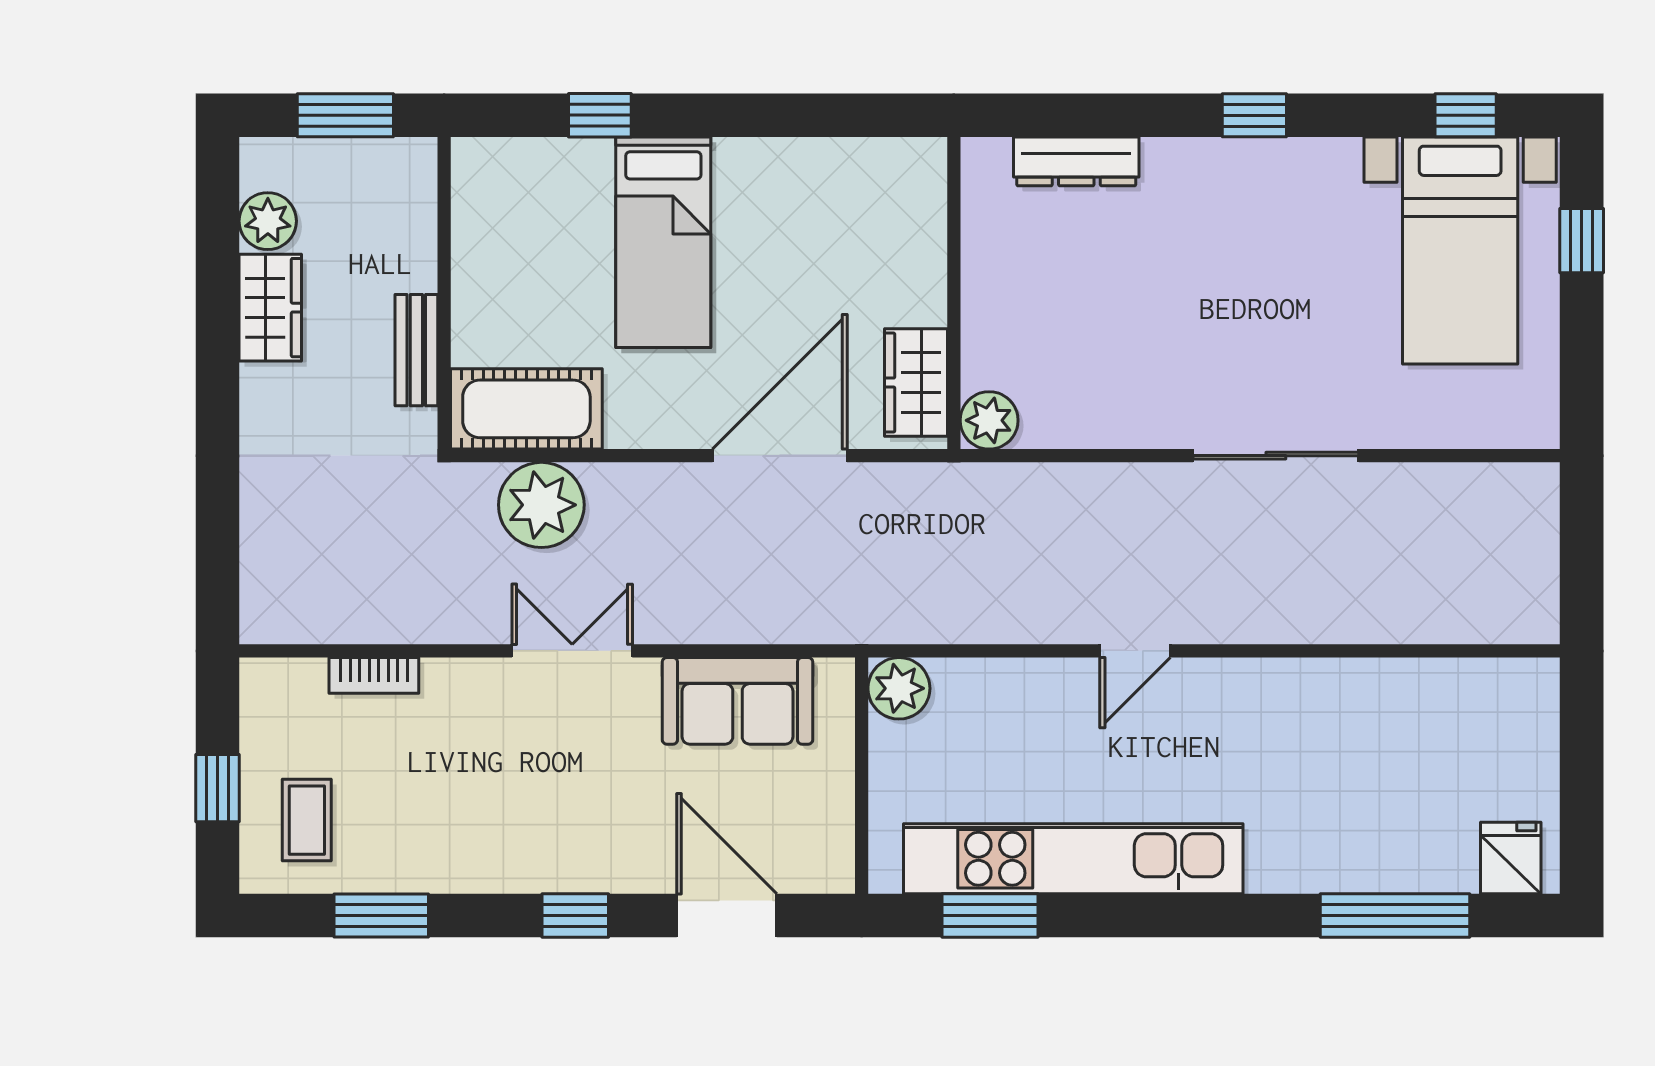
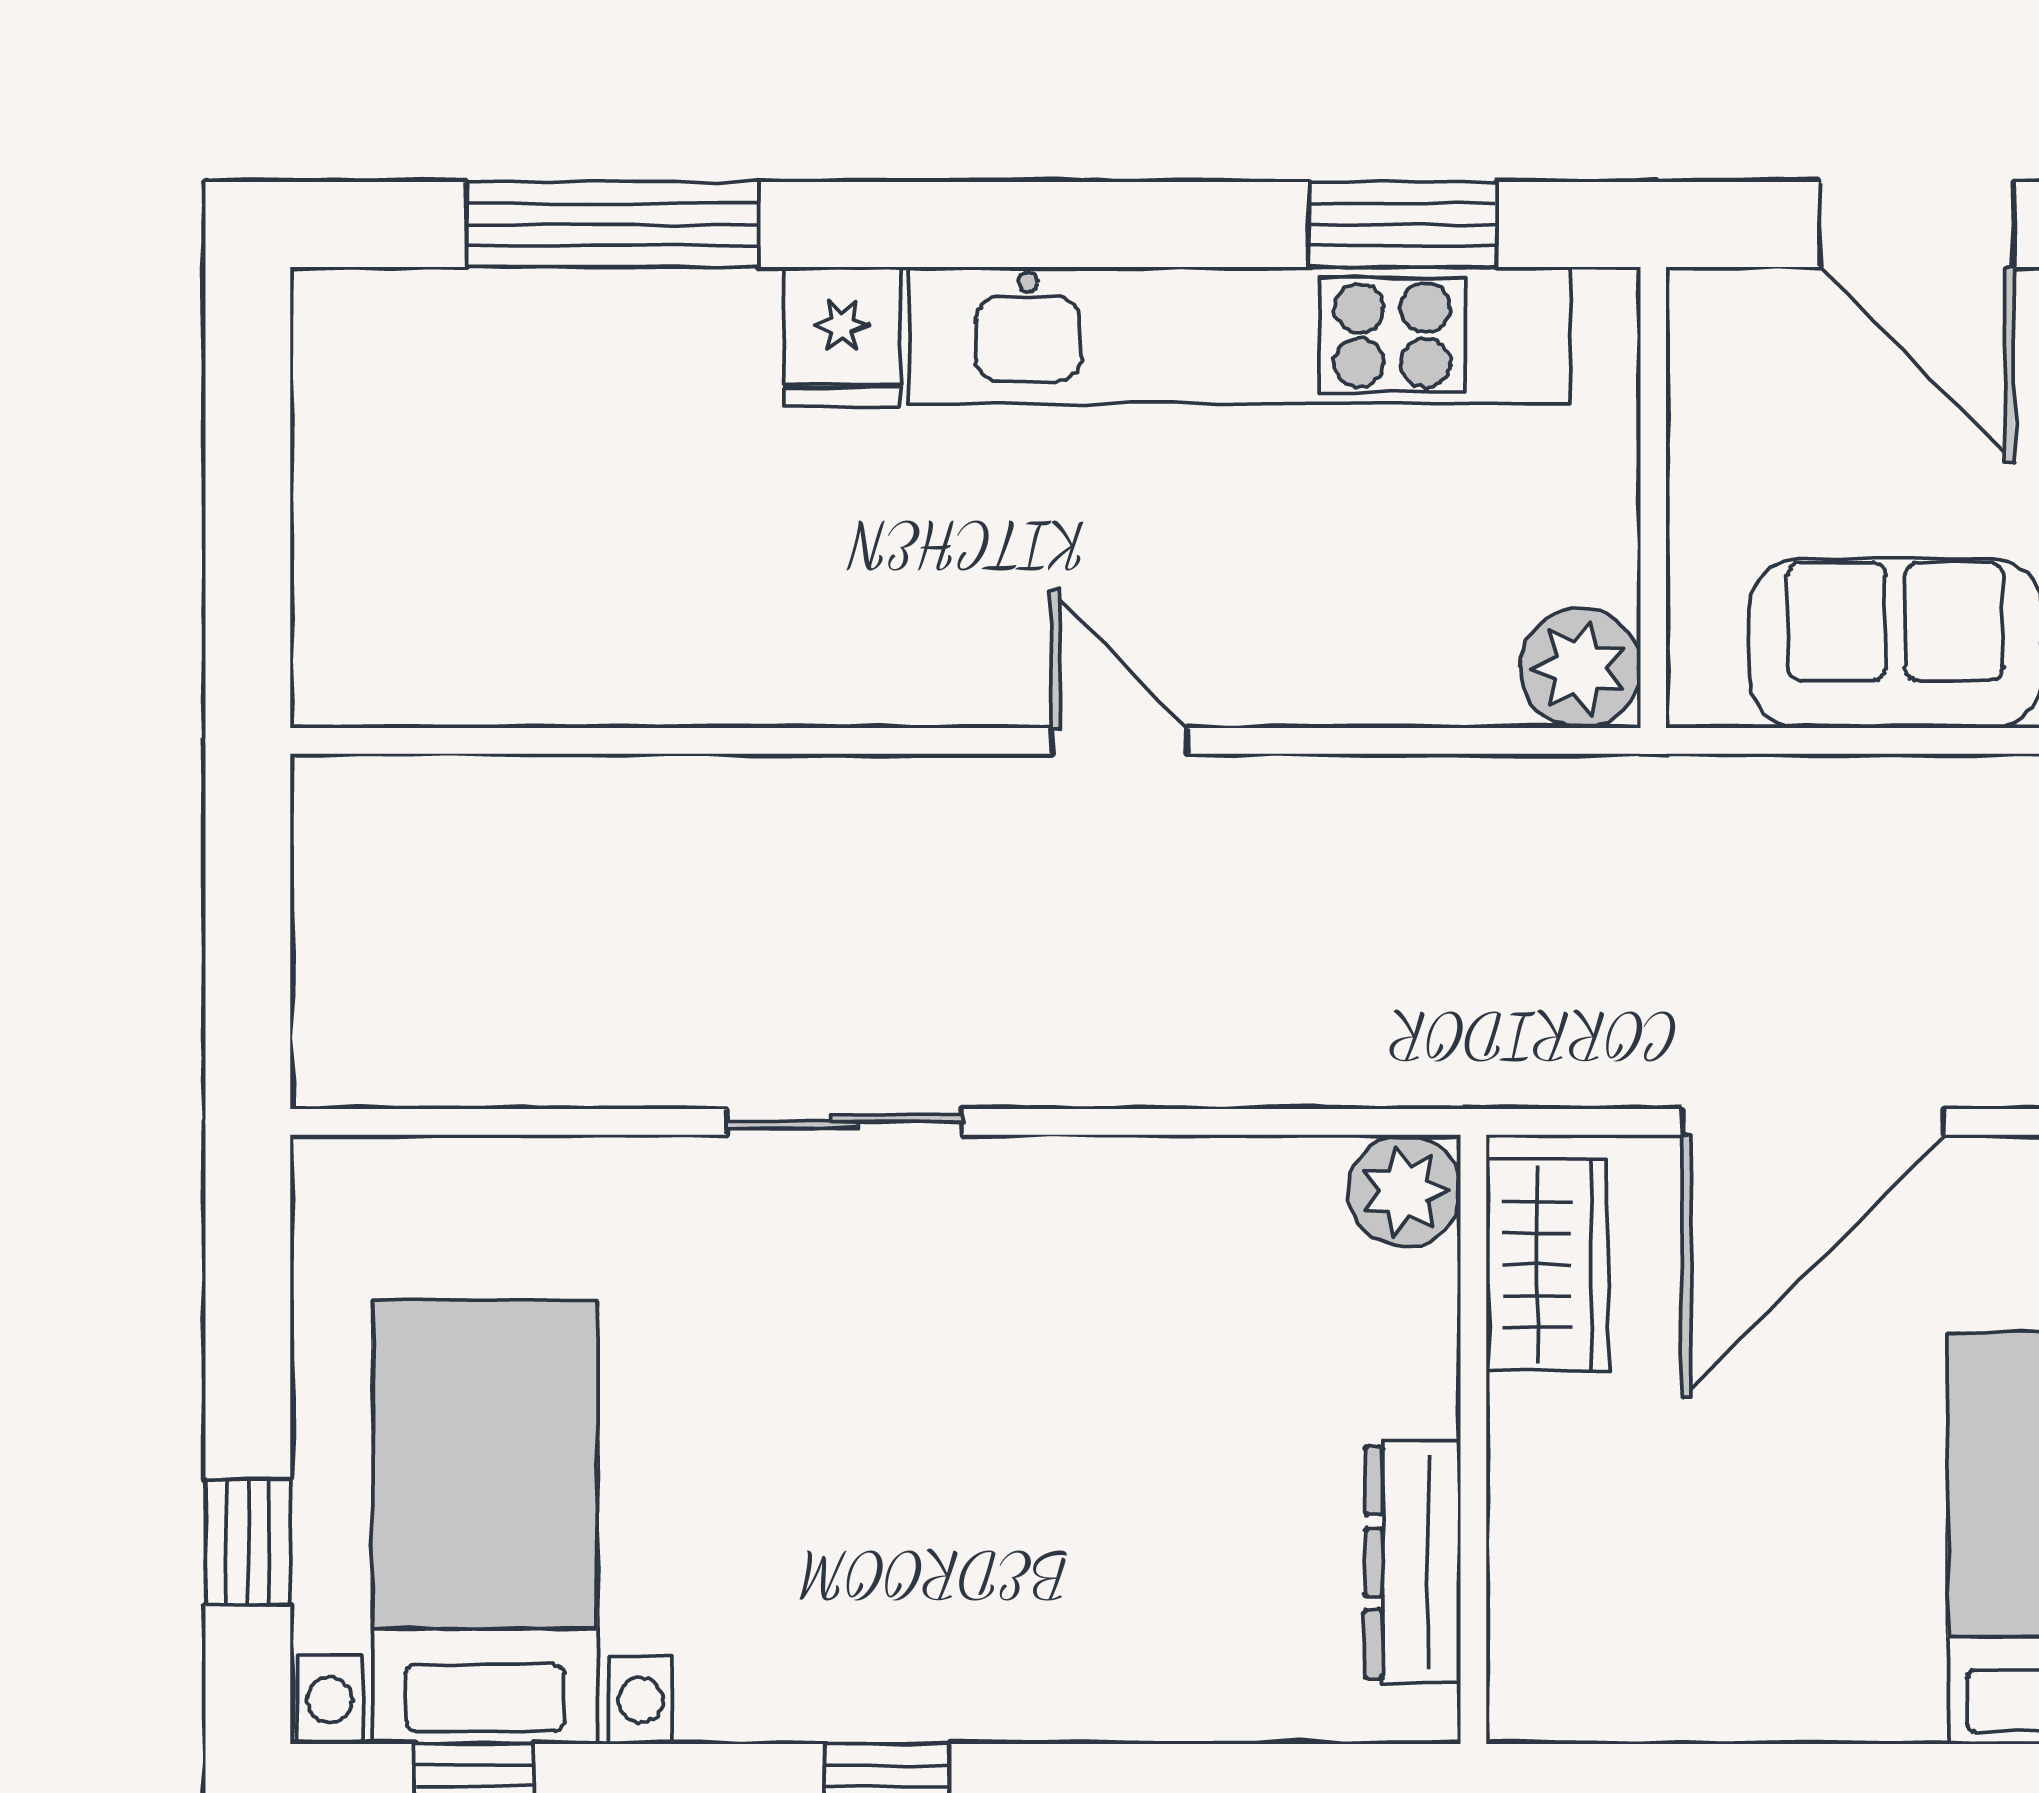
dresser: (1076, 161) -> (1413, 1562), moved, turned -90
sliding door: (1276, 456) -> (845, 1122), width x0.73
door: (1135, 651) -> (1119, 741), hinge flipped
fridge: (1511, 858) -> (842, 337), moved

